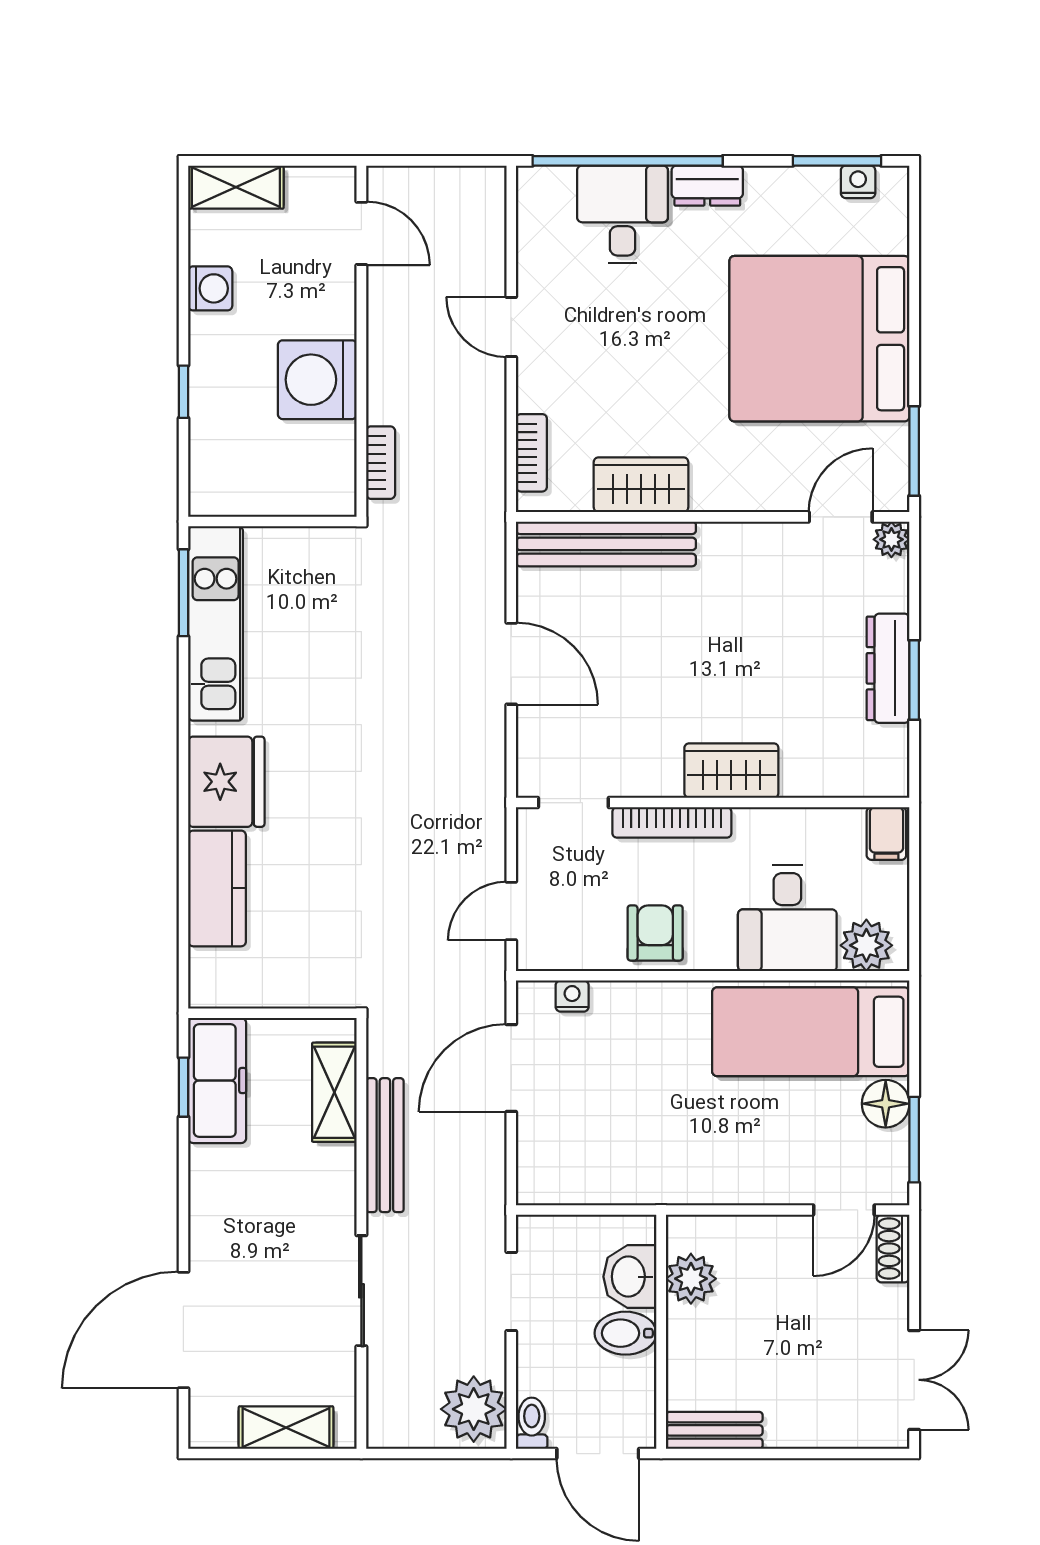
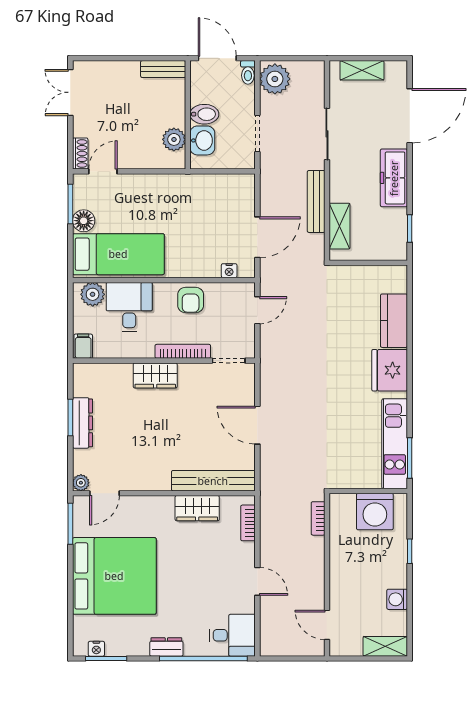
desk: (623, 214) -> (232, 635), moved, turned -90
washing machine: (317, 380) -> (375, 512), moved, turned 90
freezer: (217, 1080) -> (394, 178), moved

